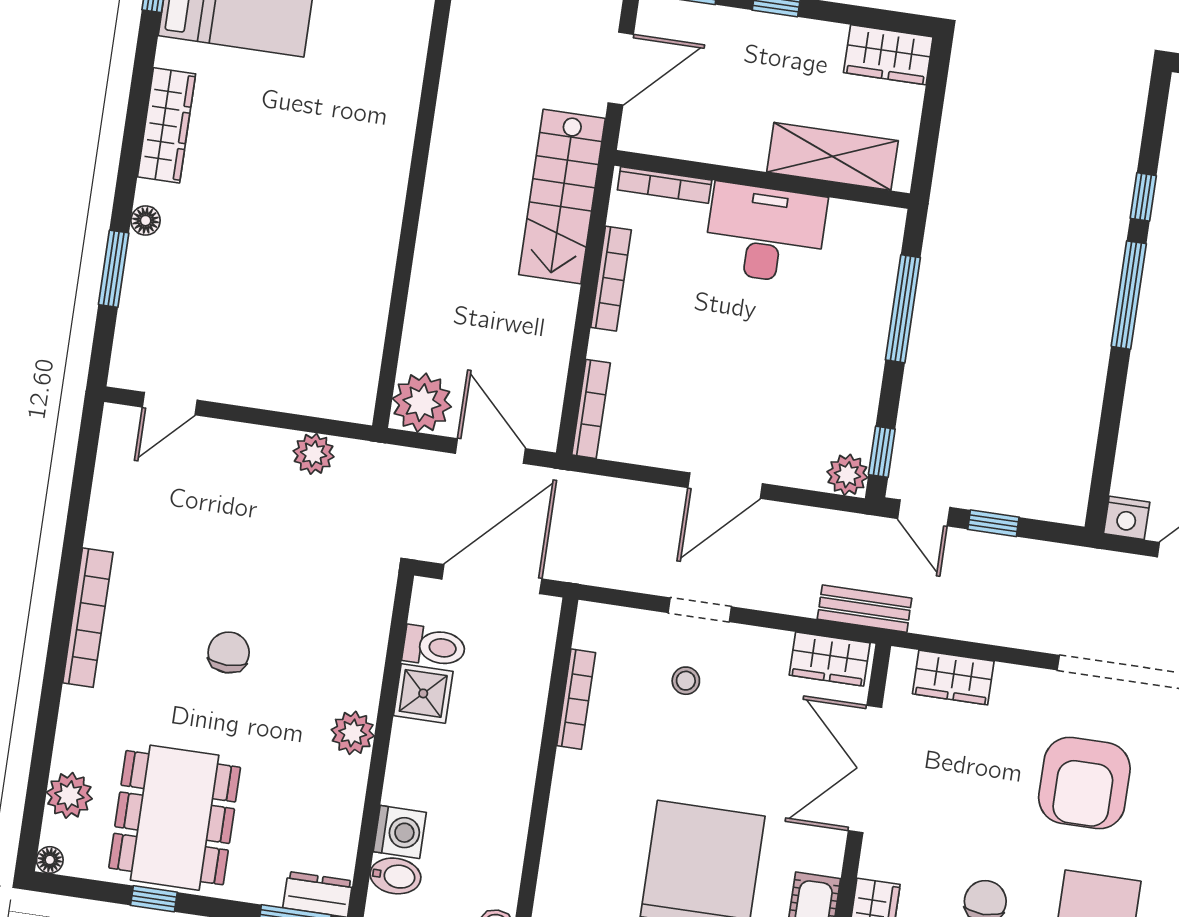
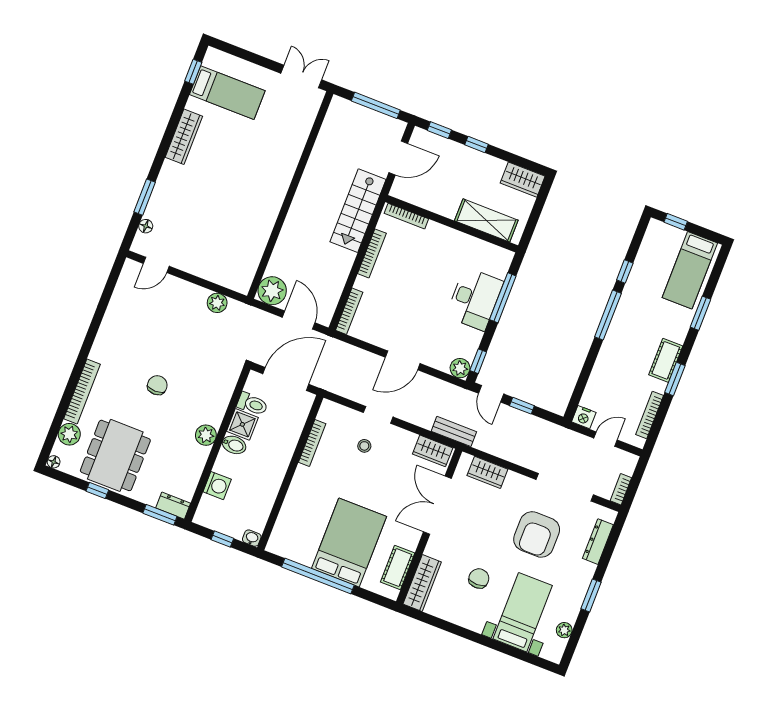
floor lamp: (146, 221) -> (146, 226), moved
desk: (765, 234) -> (475, 299), moved, turned 90
bookcase: (88, 618) -> (82, 391), moved
bidet: (395, 876) -> (234, 445), moved

